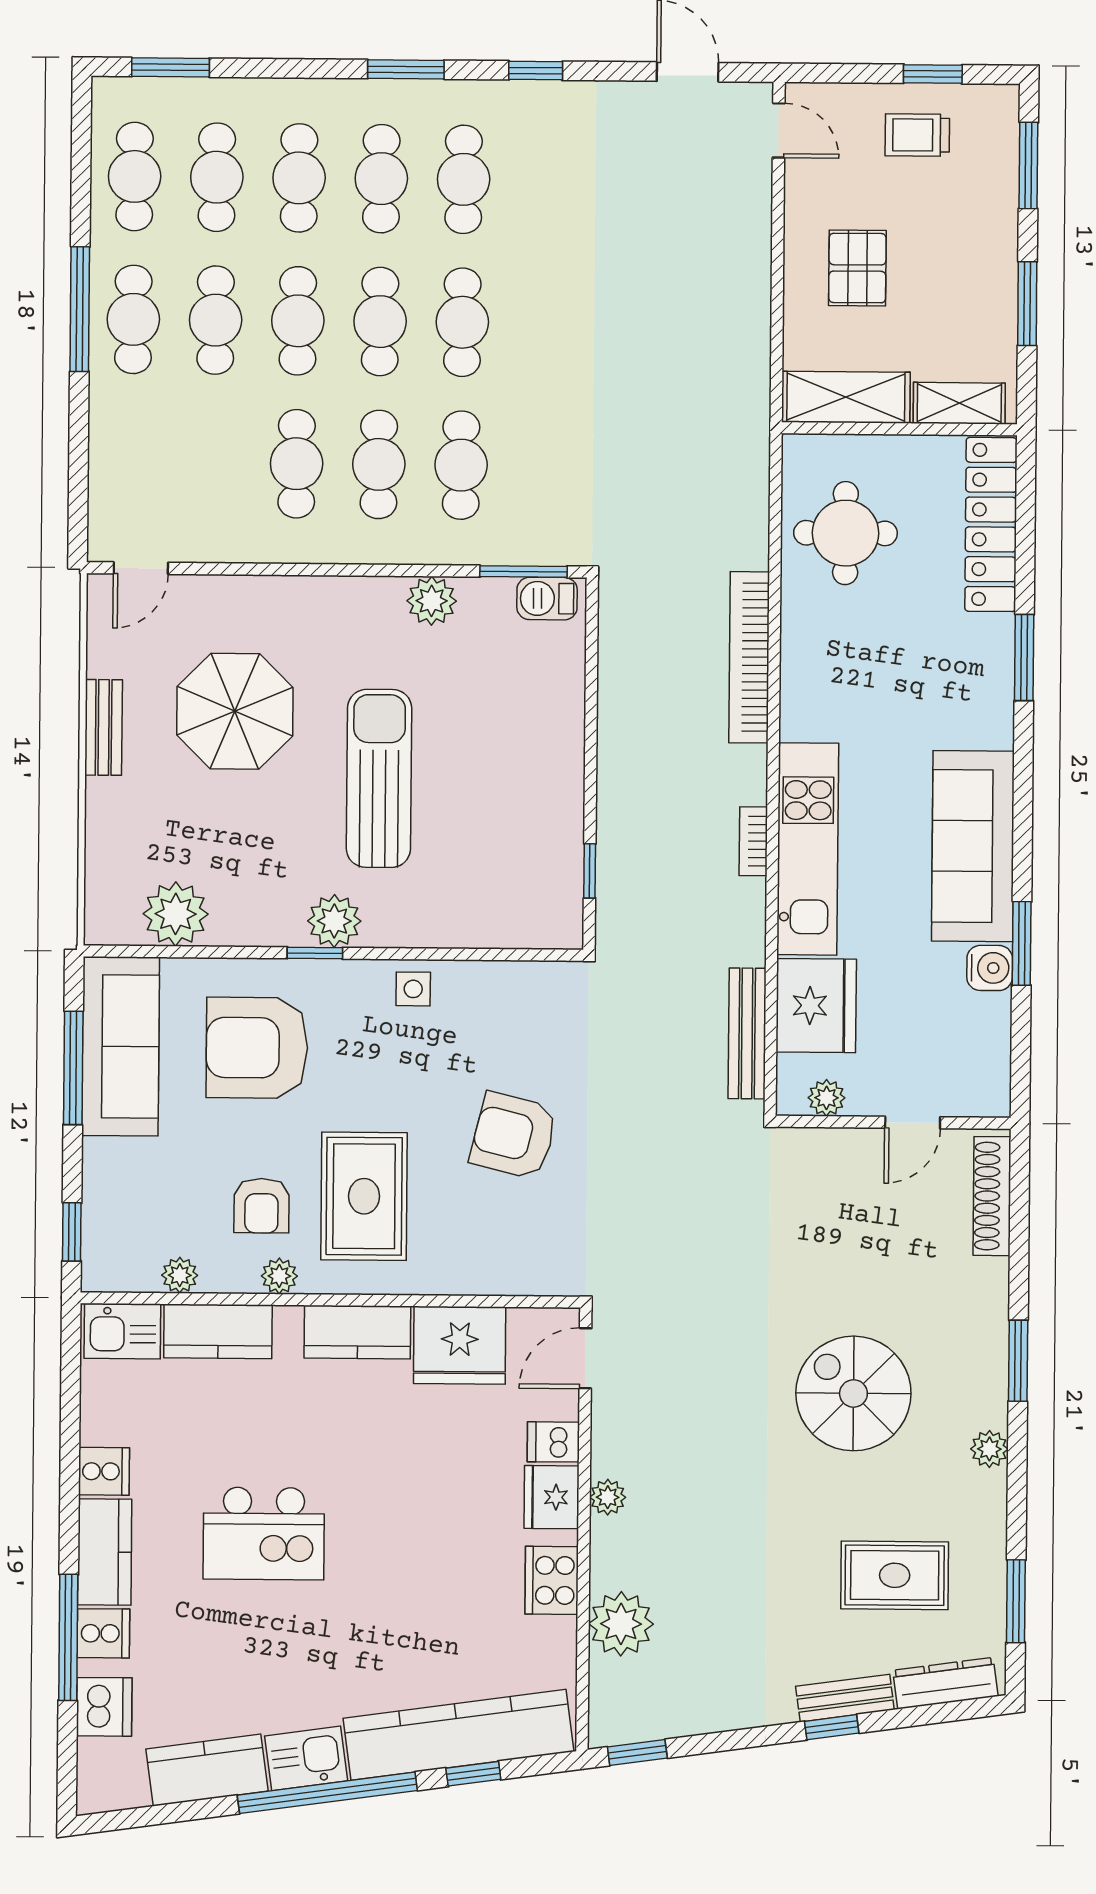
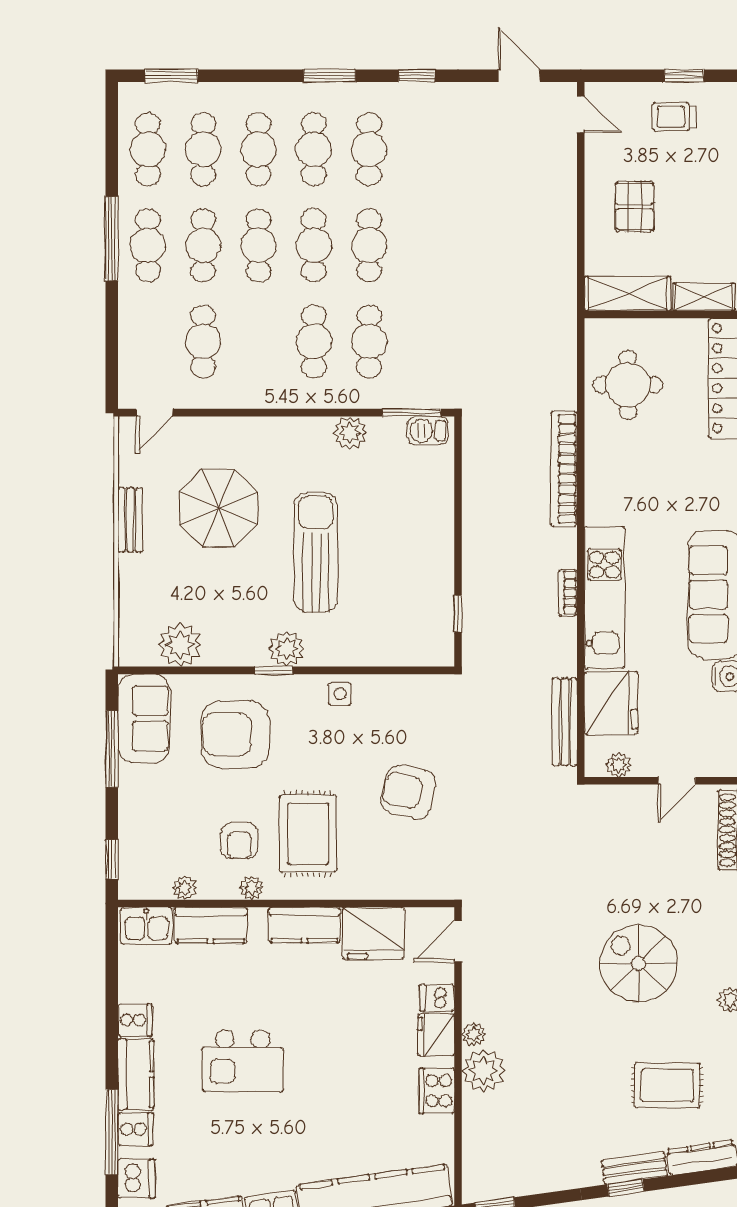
cafe table: (297, 464) -> (203, 341), moved
sofa: (121, 1046) -> (144, 718), width x0.73
plant: (621, 1624) -> (483, 1071), moved

